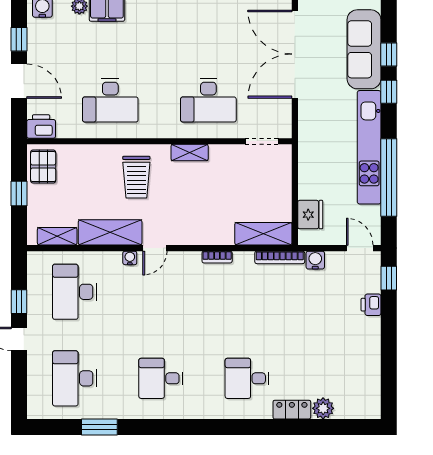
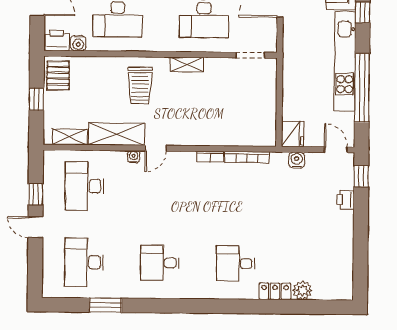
water cooler: (66, 129) -> (78, 43), added
fridge: (310, 215) -> (292, 134), moved
shelving: (263, 234) -> (251, 136), removed
bookcase: (280, 257) -> (247, 157), moved

